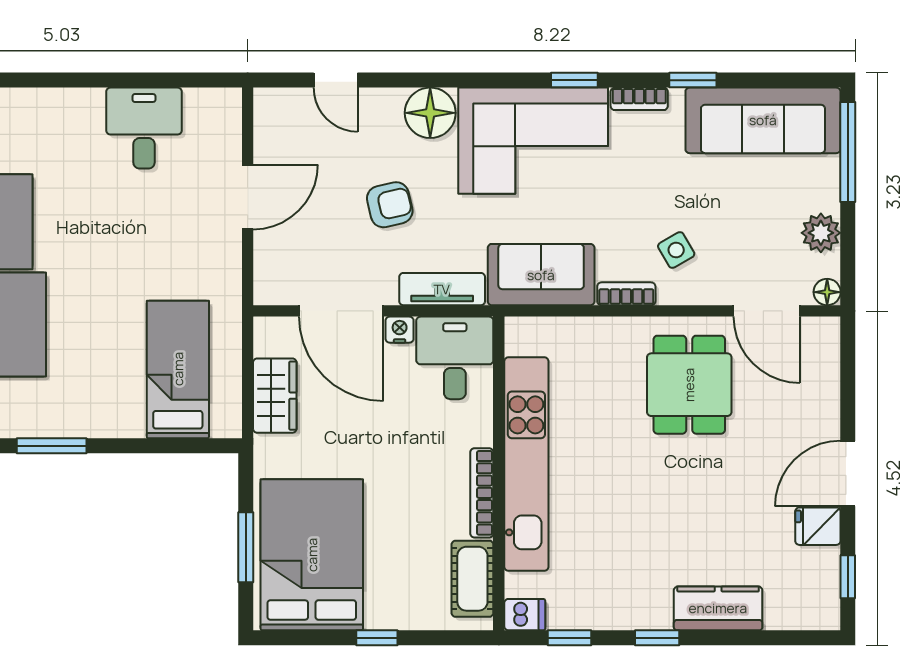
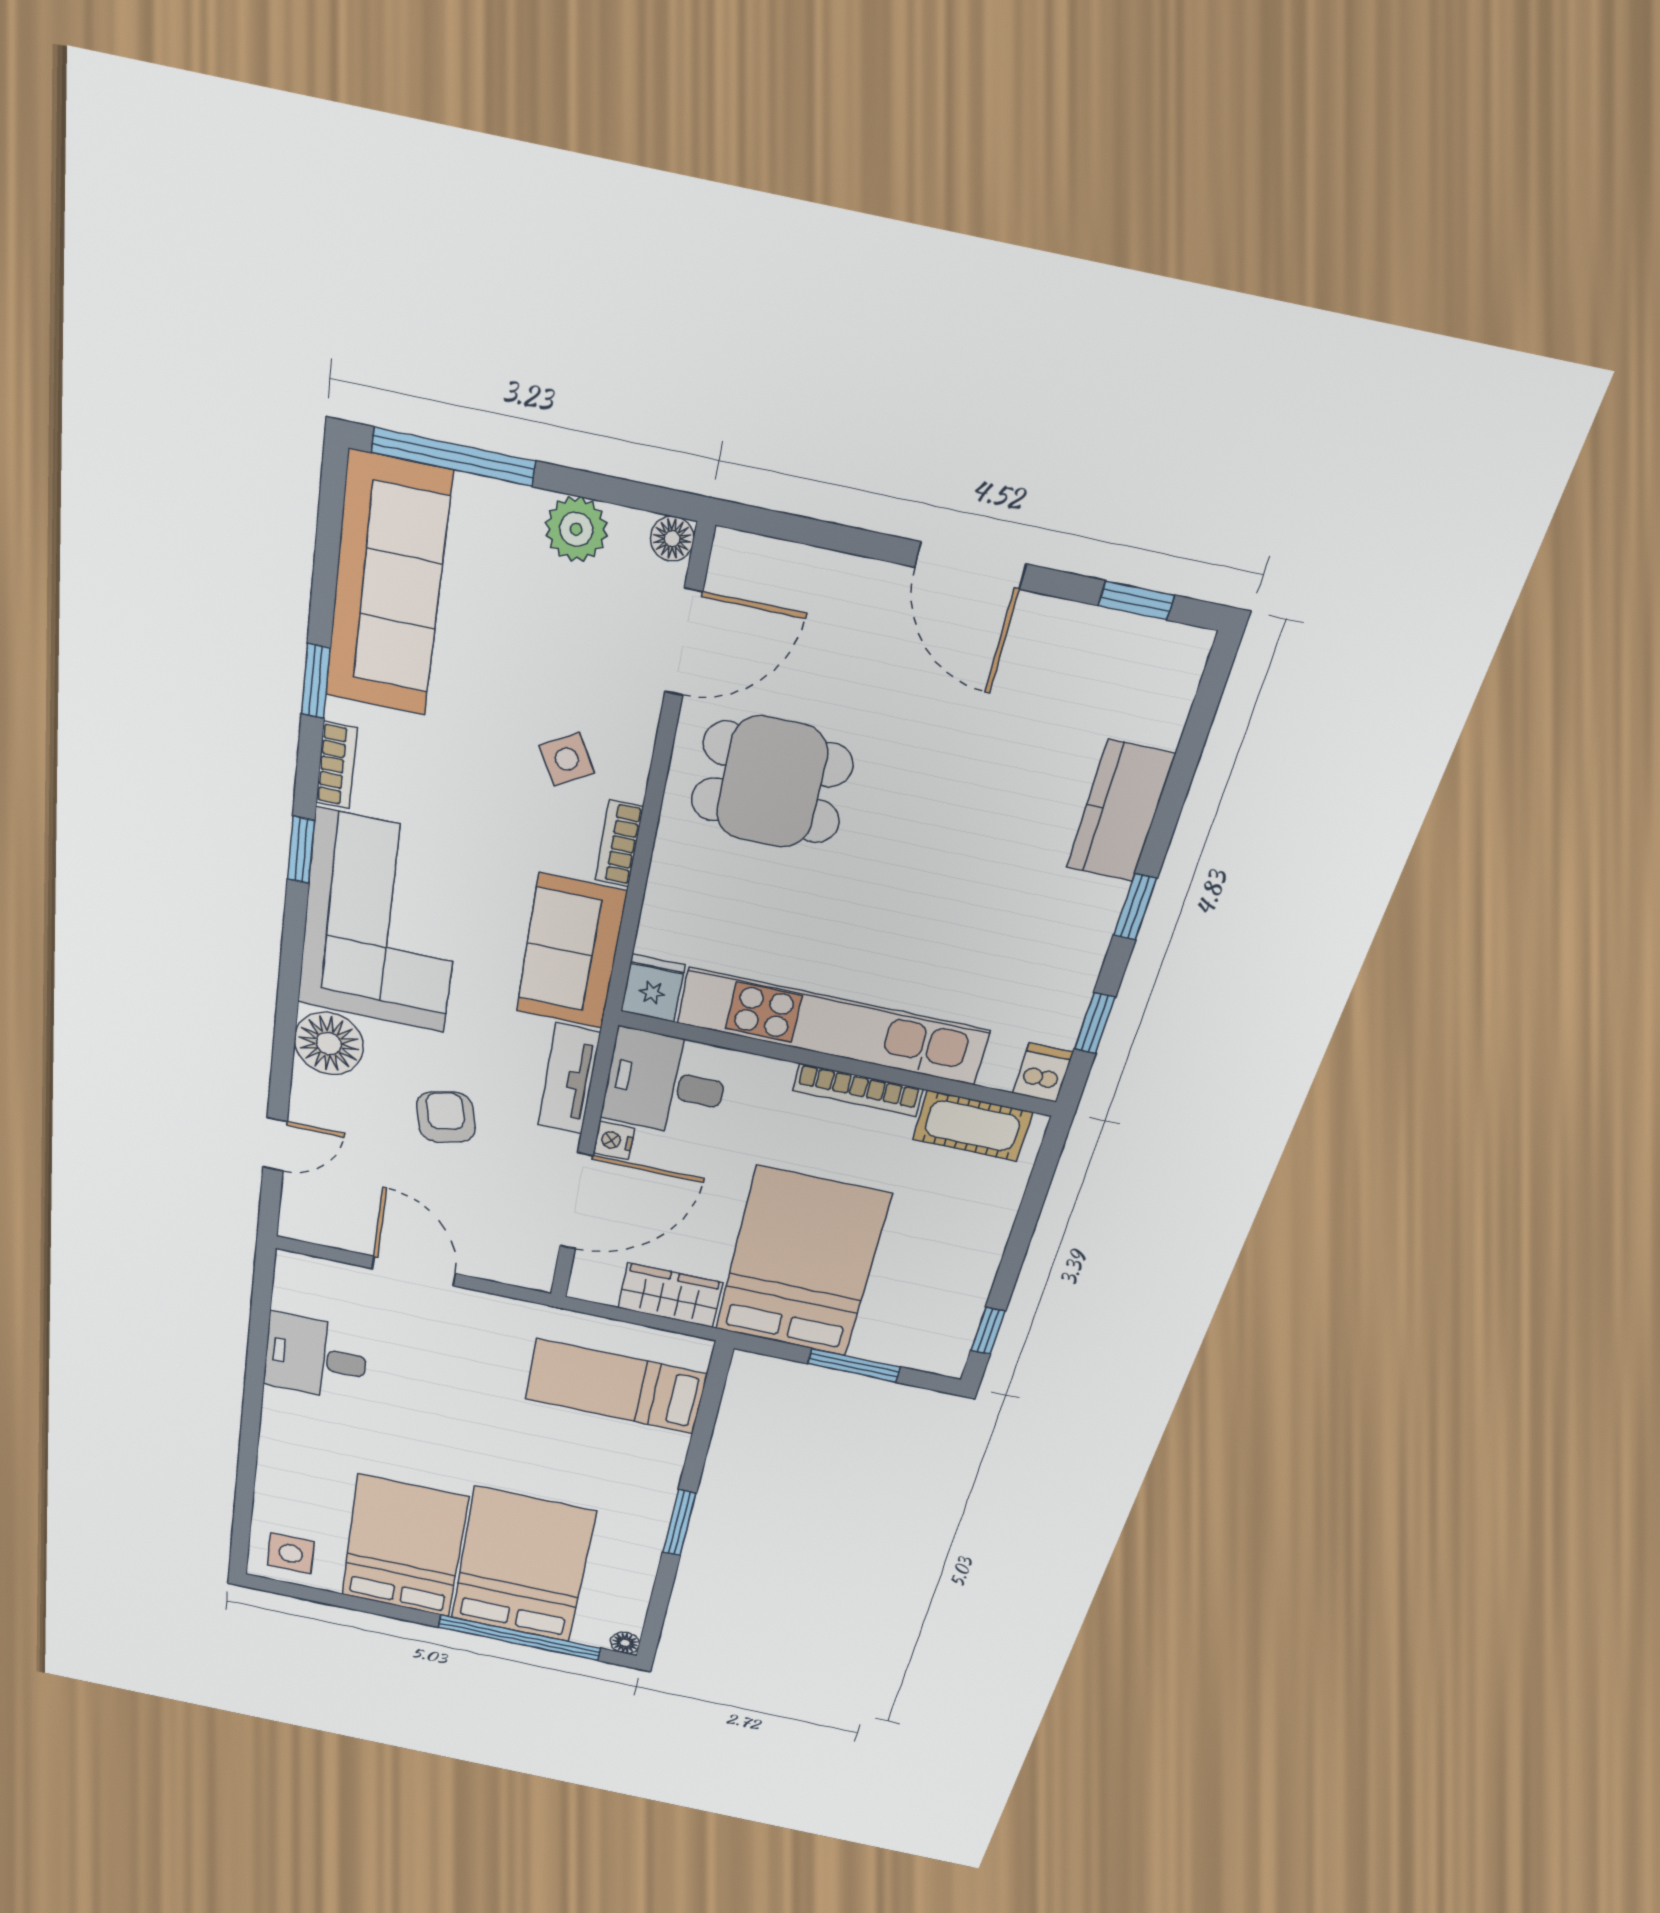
fridge: (818, 526) -> (653, 988), moved, turned 180
bed: (312, 555) -> (802, 1263), moved, turned 90
window: (377, 638) -> (988, 1331), moved

